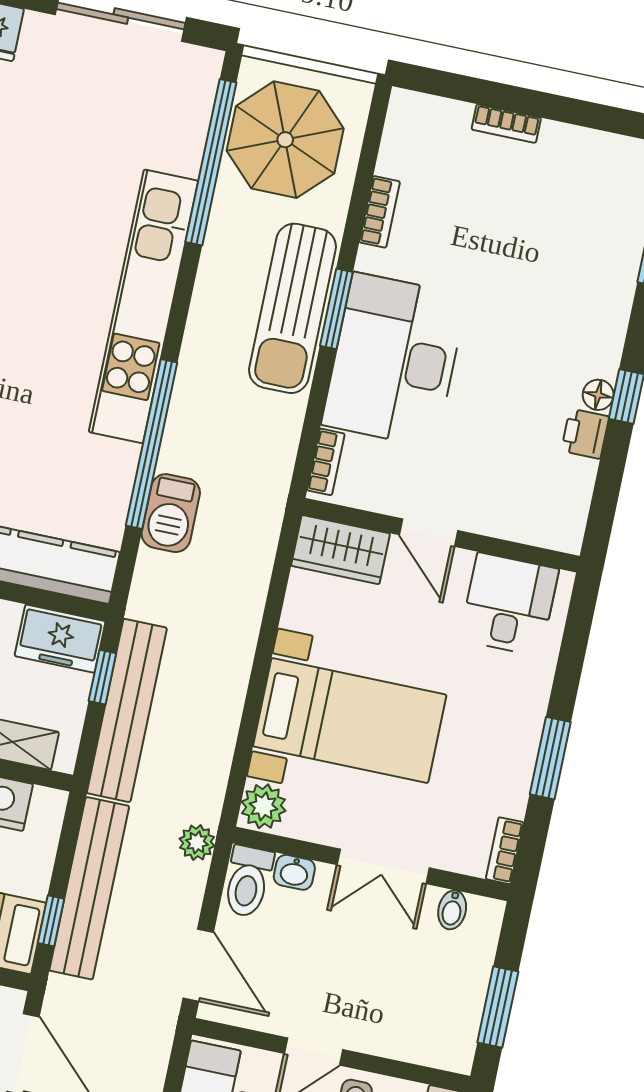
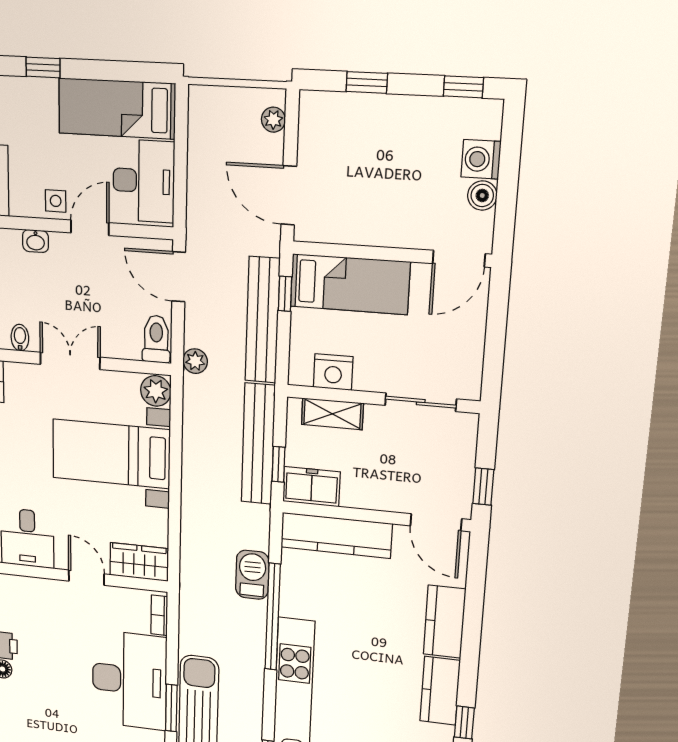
washbasin: (294, 872) -> (36, 241), moved, turned 180

